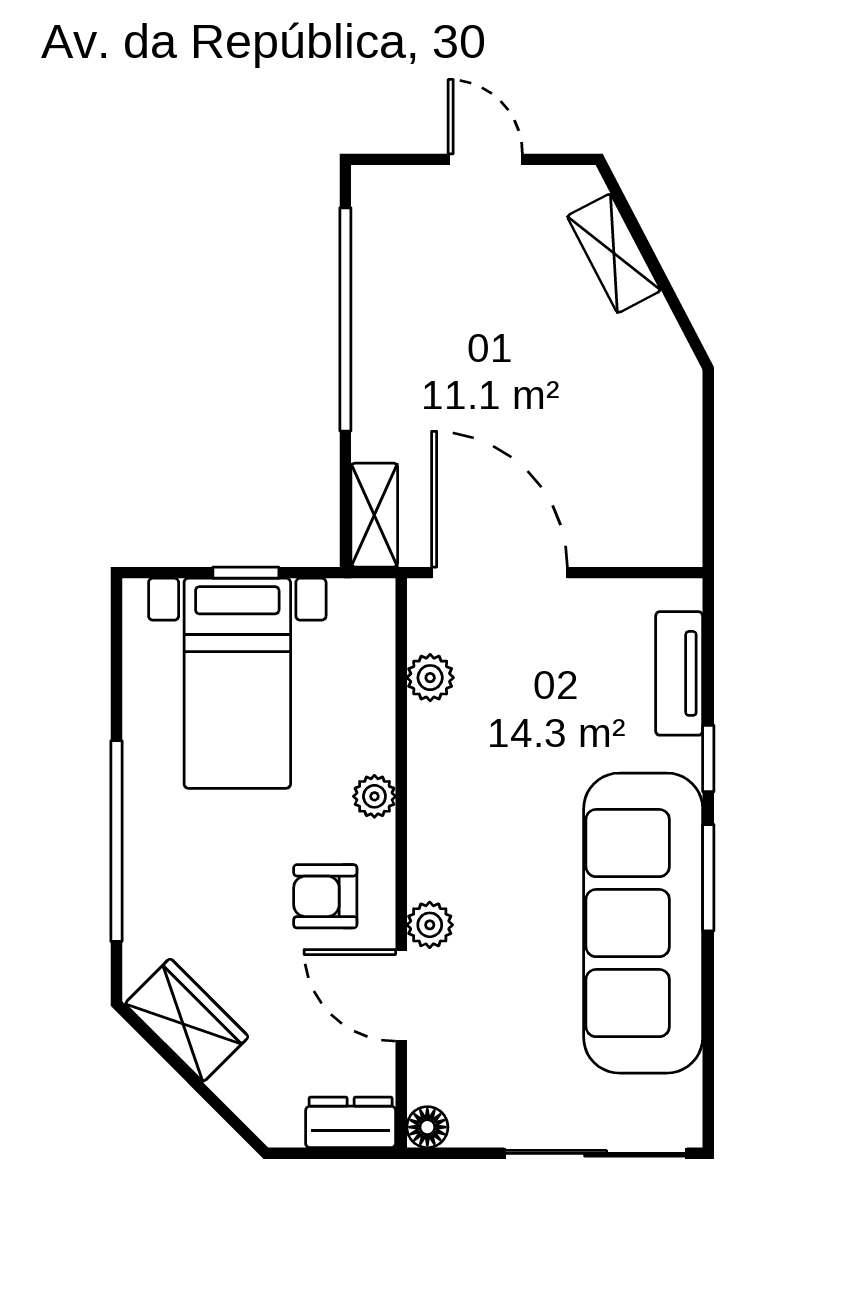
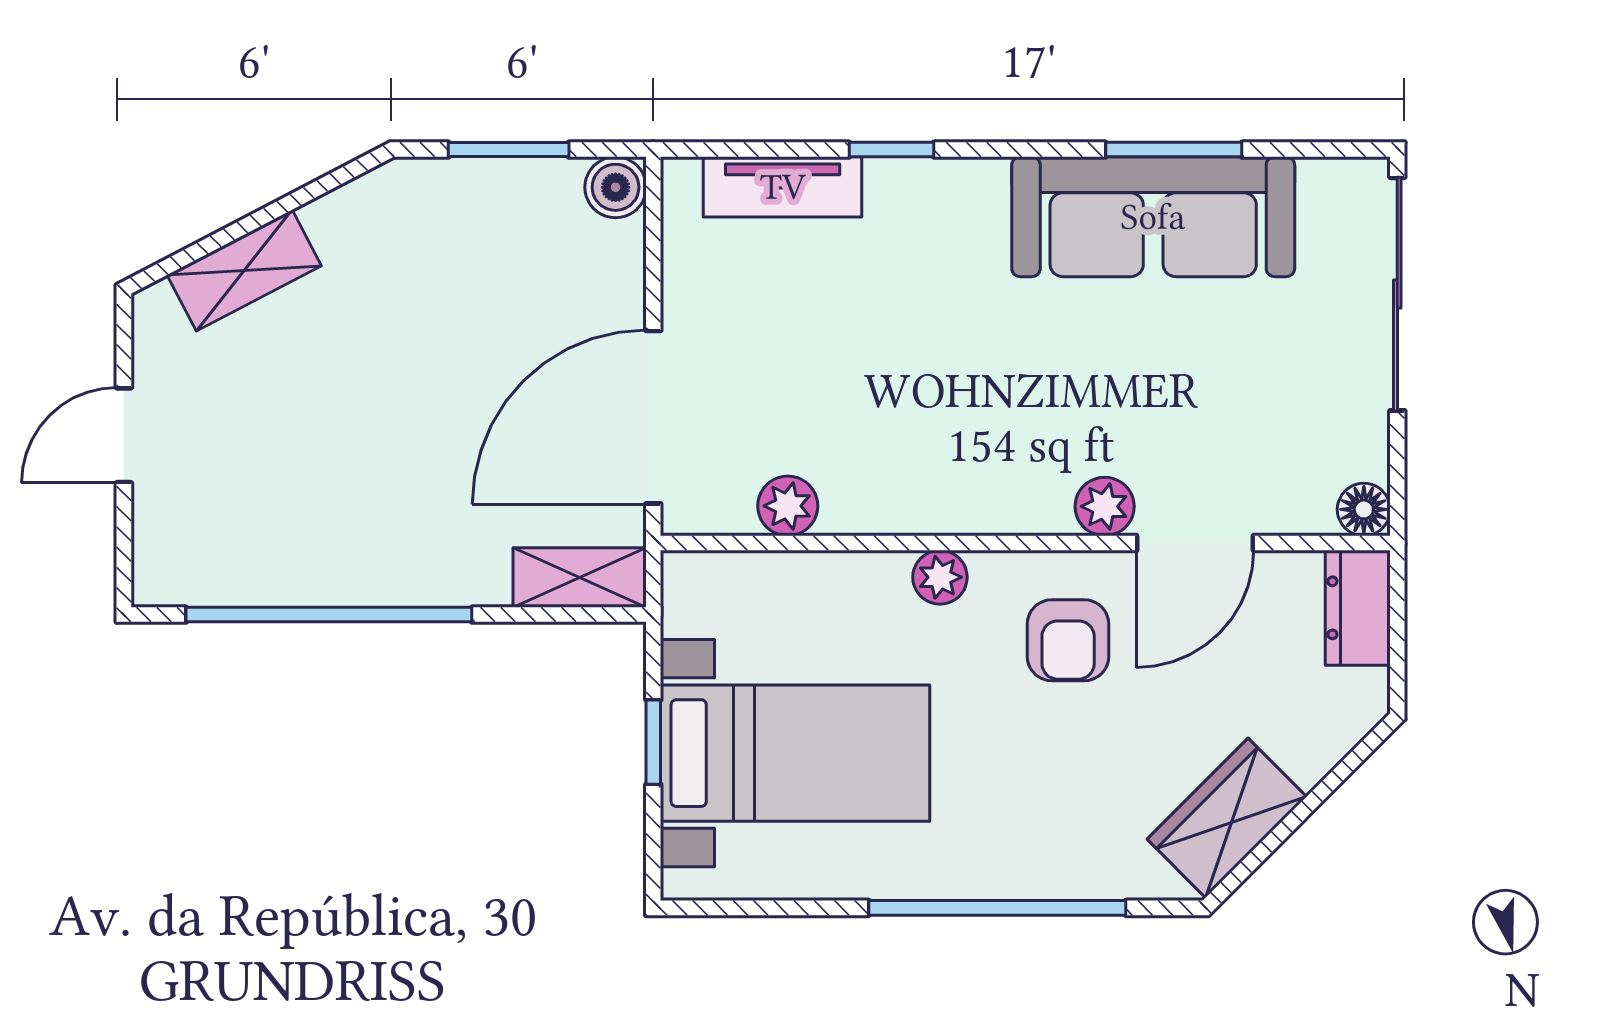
window: (708, 460) -> (509, 150), added
boiler: (679, 543) -> (616, 187), added
window: (708, 878) -> (1174, 150), moved
sofa: (643, 923) -> (1153, 217), width x0.74, depth x0.79

